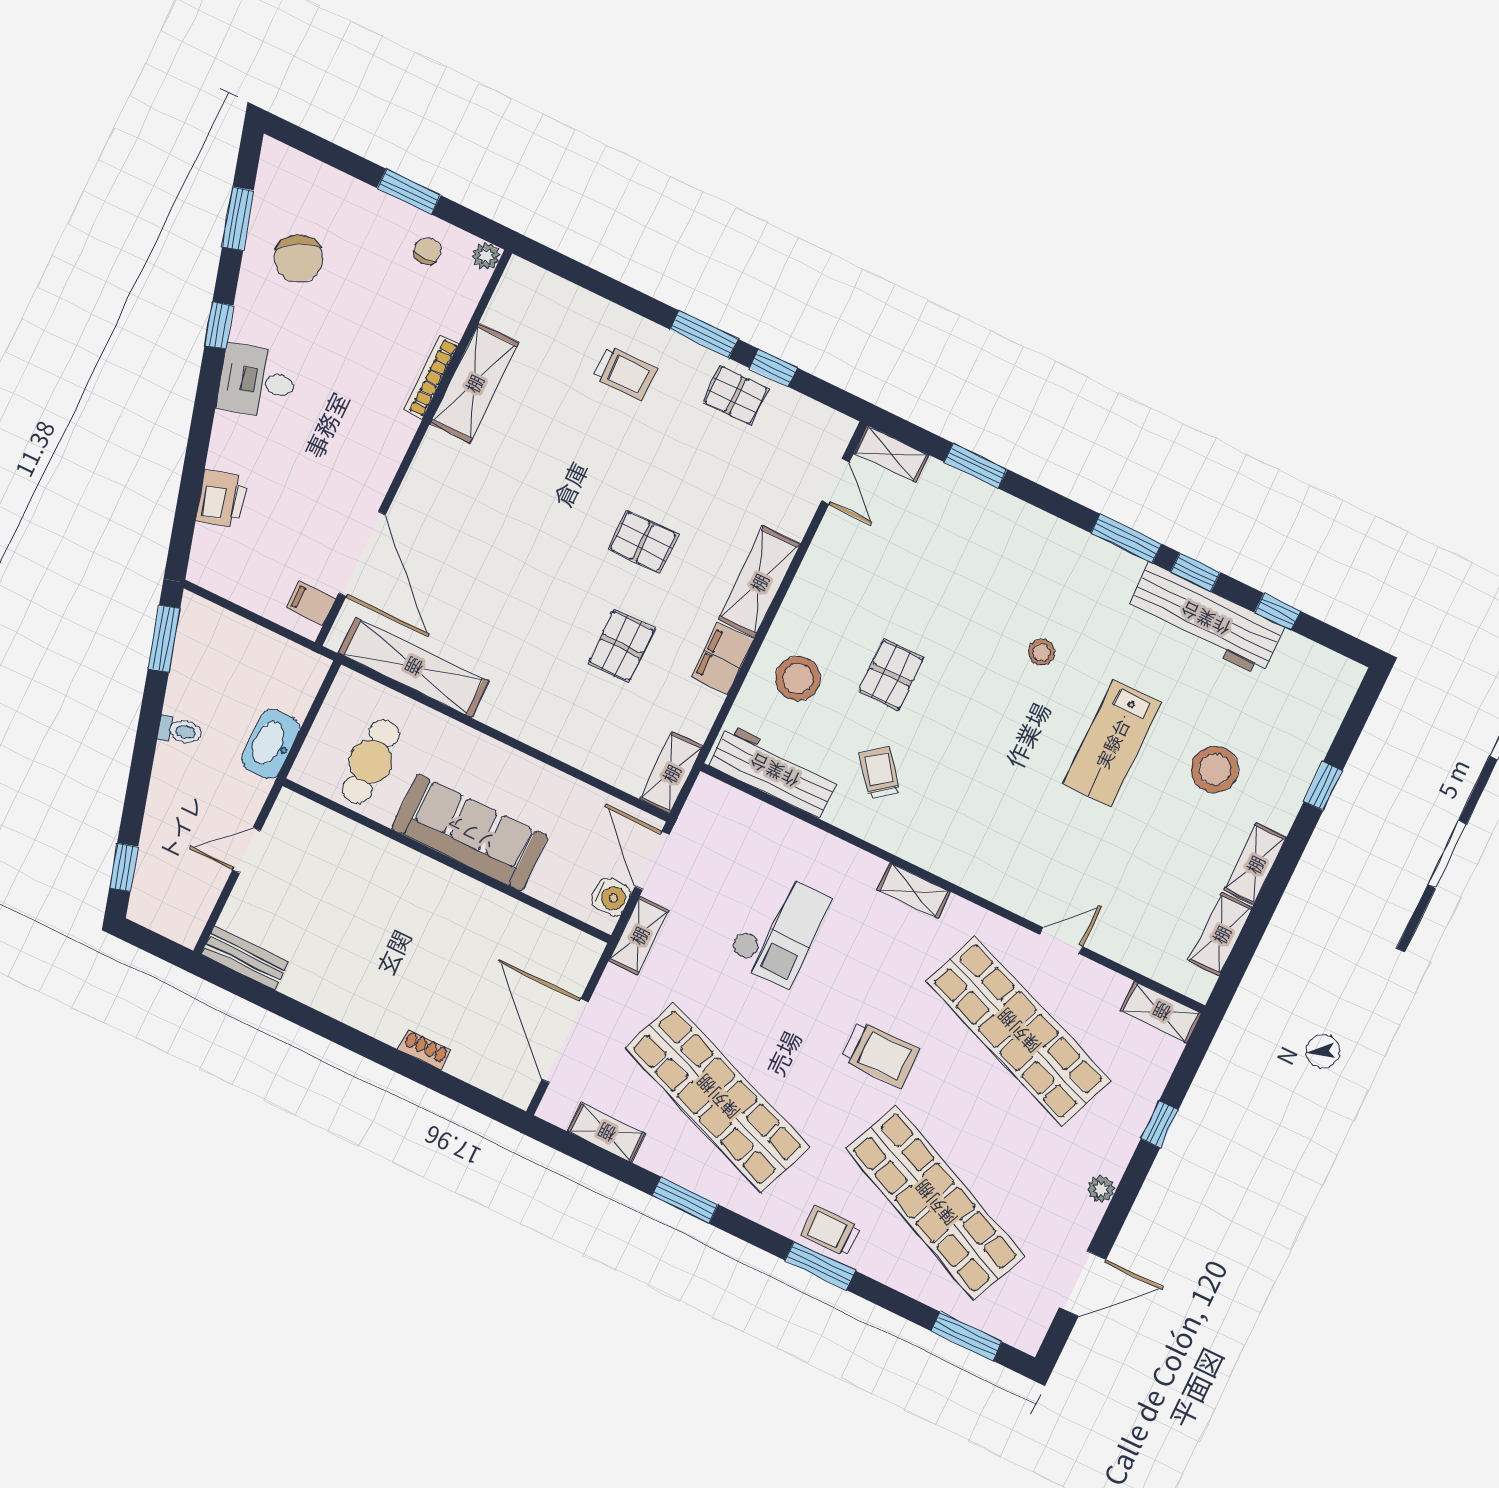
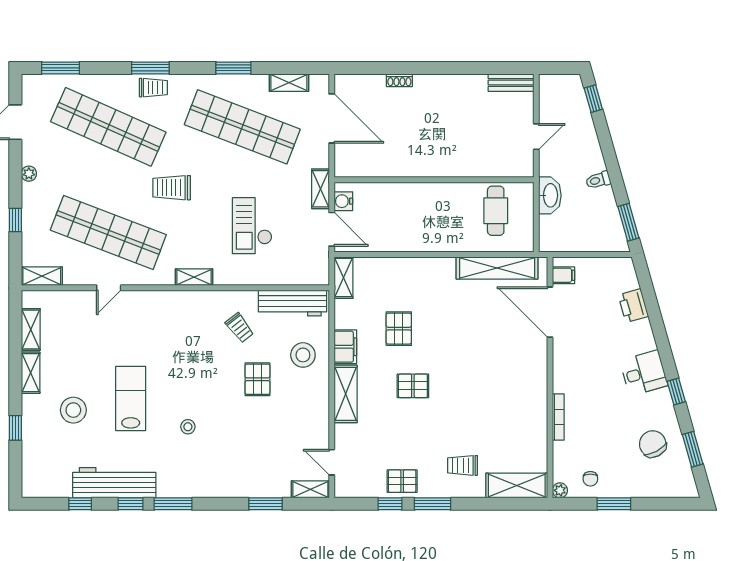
shelving: (474, 383) -> (517, 486), moved, turned 90
sofa: (470, 833) -> (429, 199), removed

